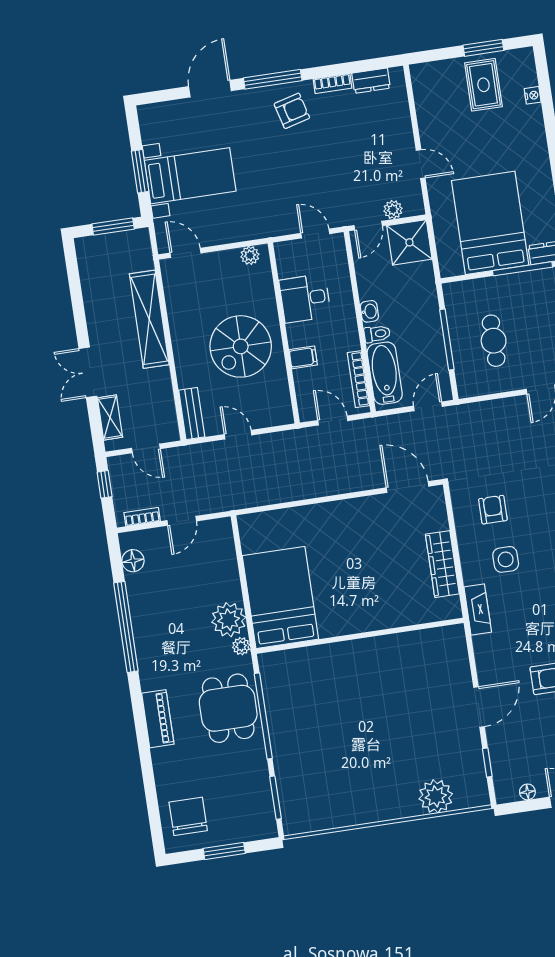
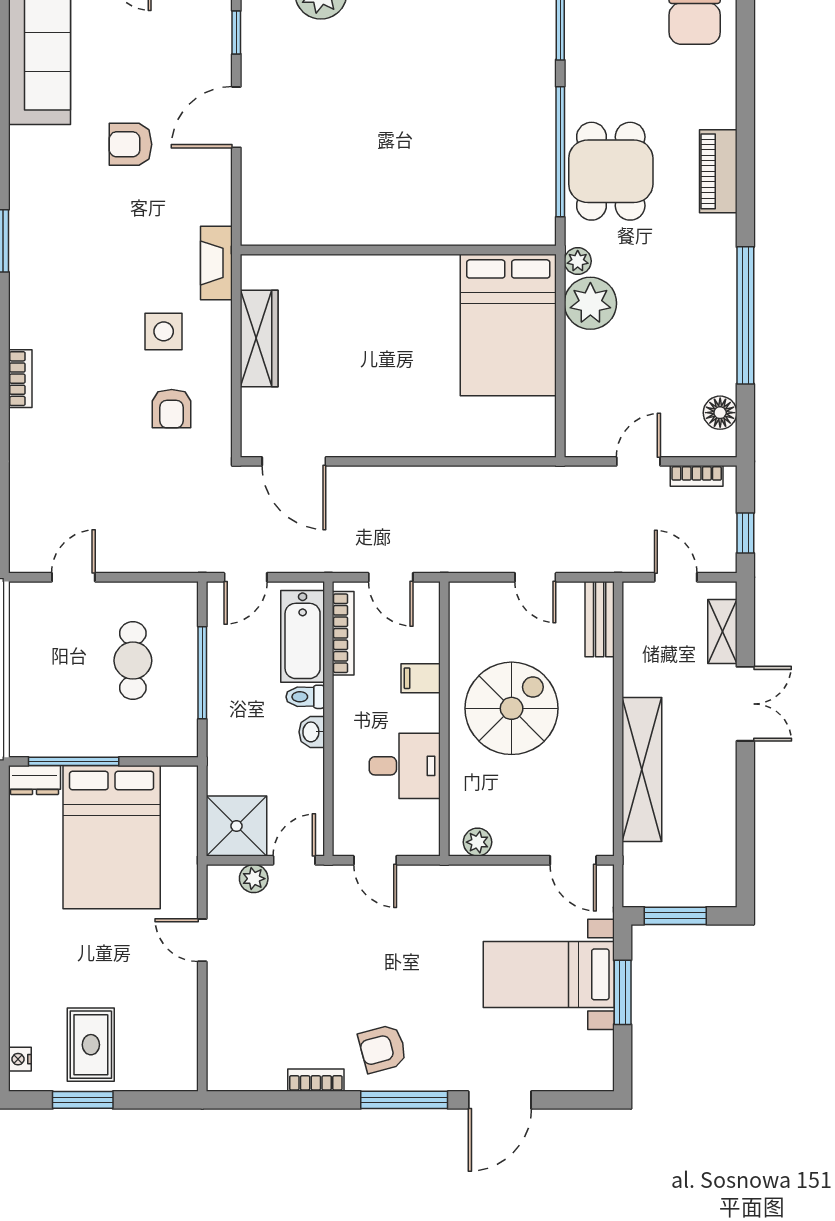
dresser: (371, 81) -> (258, 1076), removed
nightstand: (533, 95) -> (20, 1059), moved

